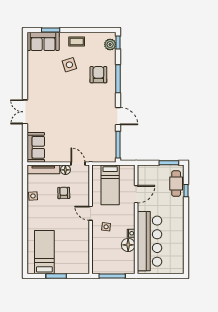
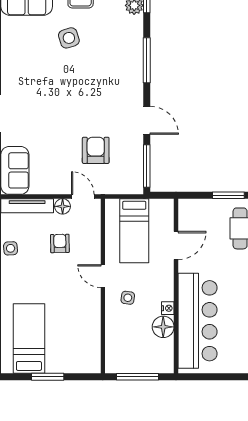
armchair: (98, 75) -> (96, 150), moved

